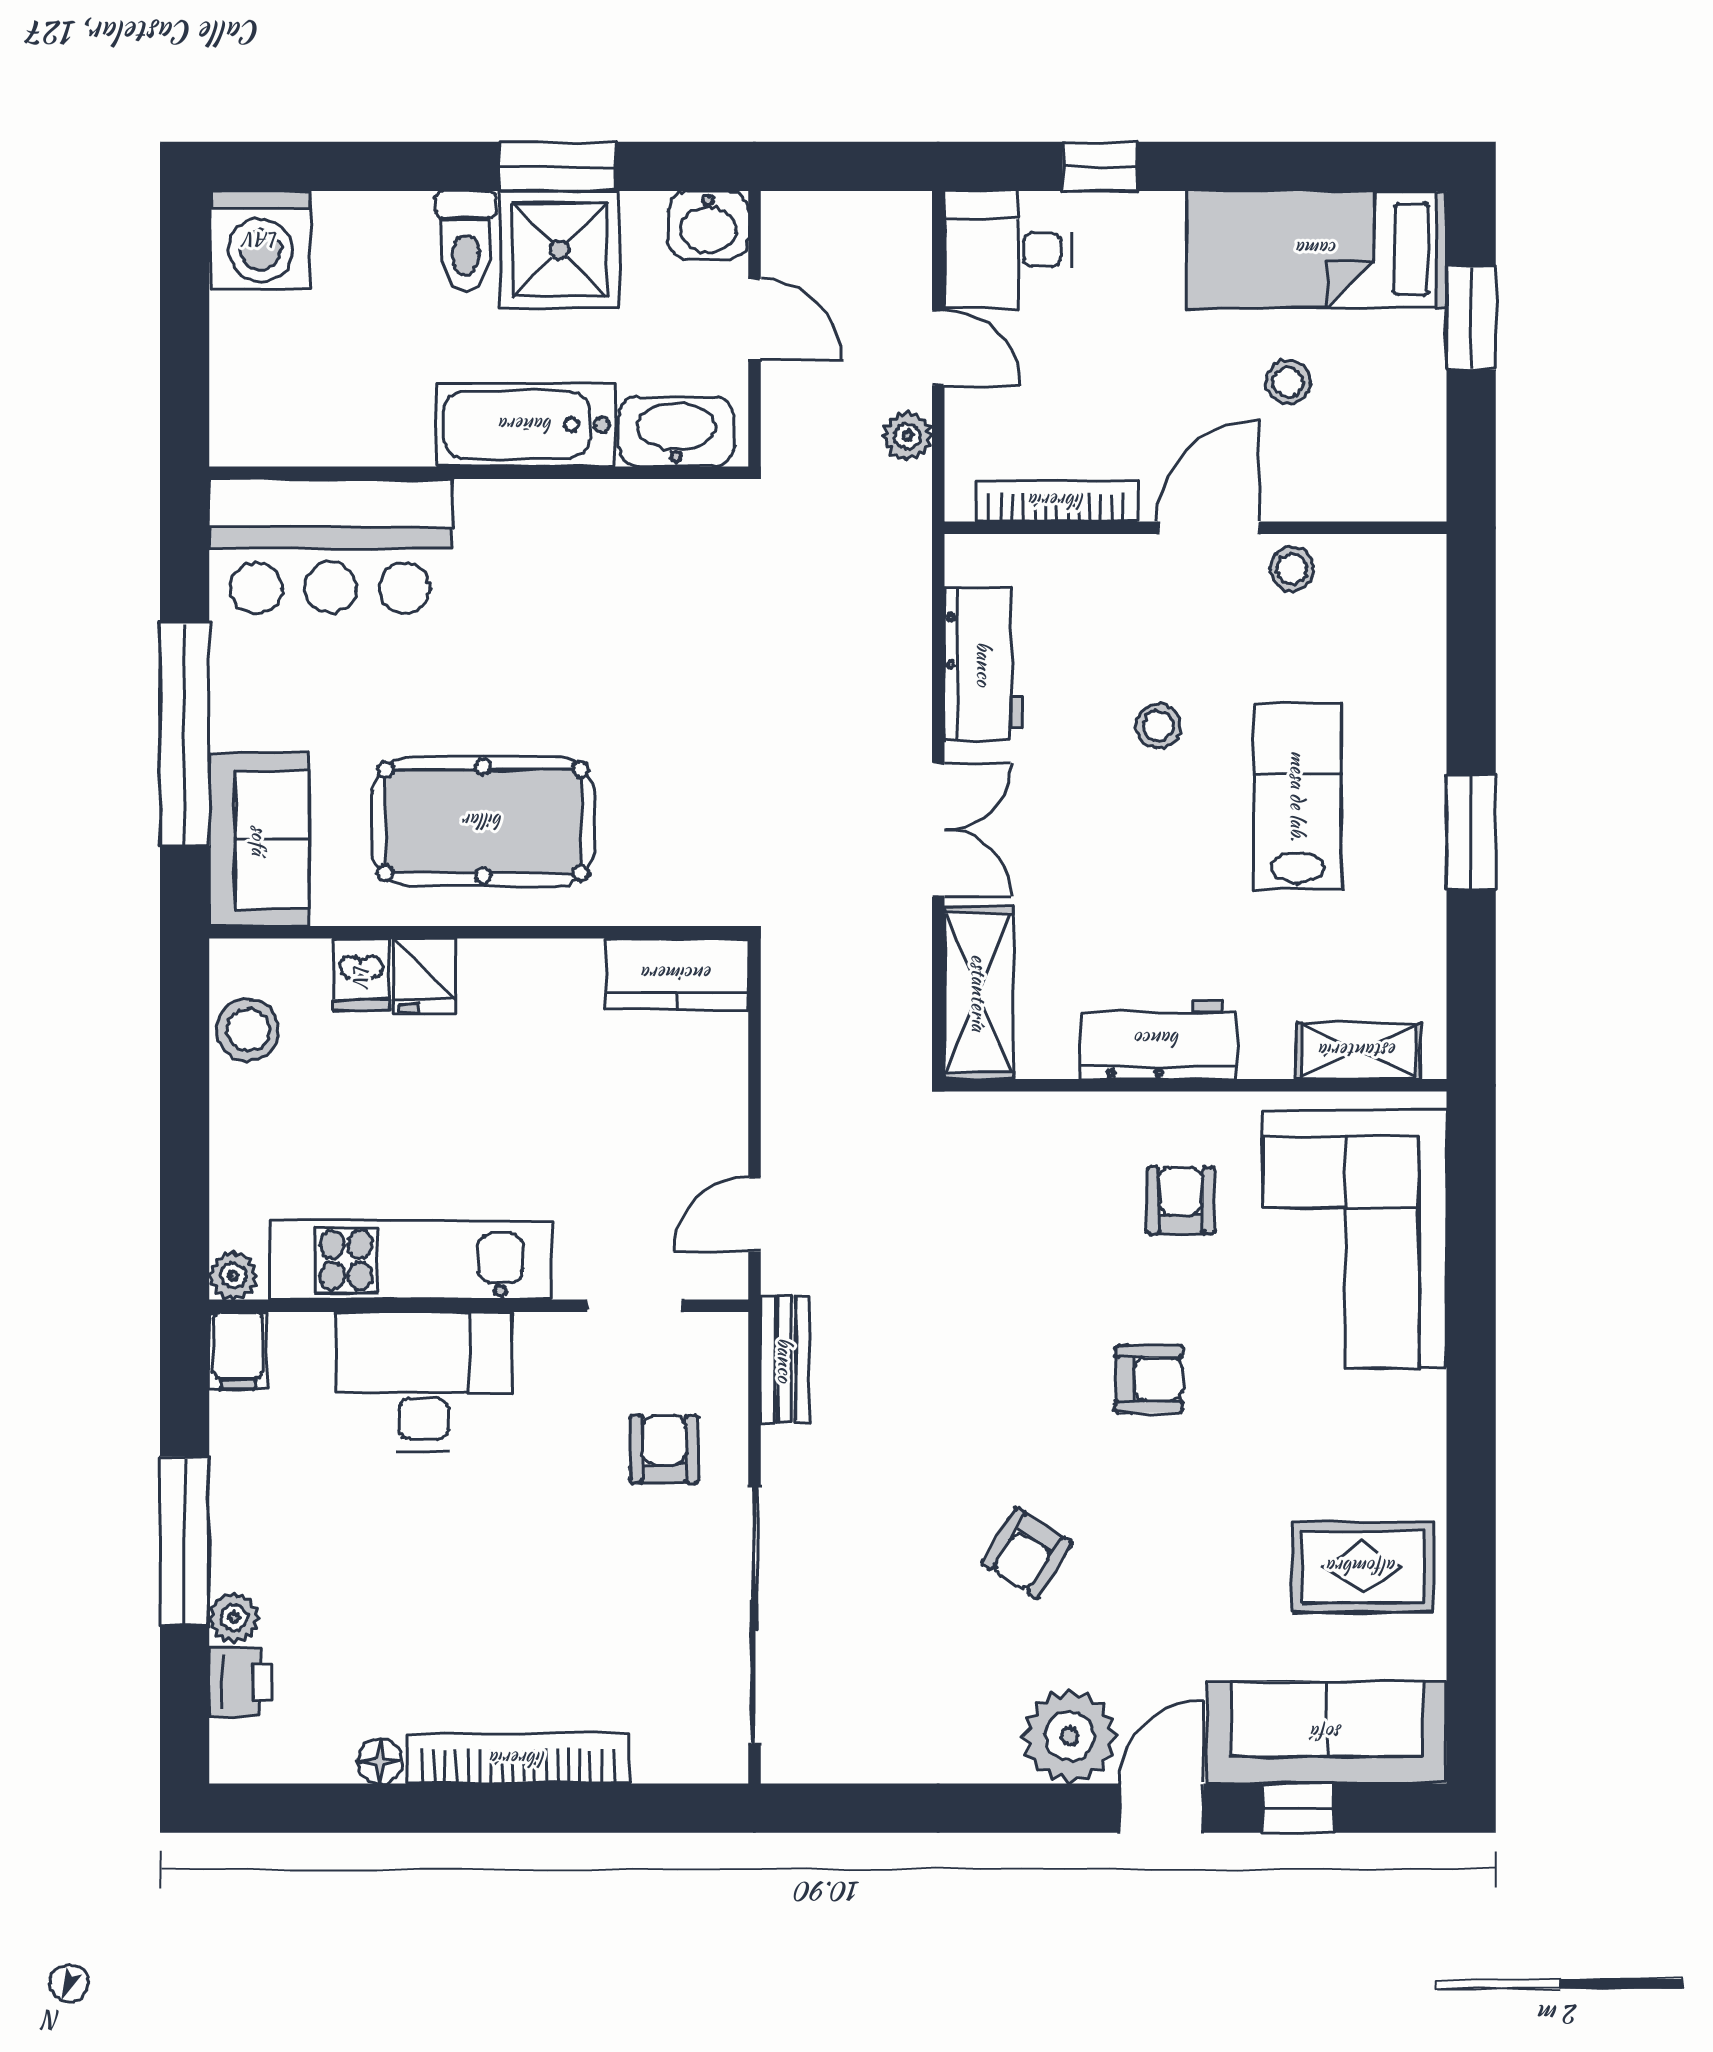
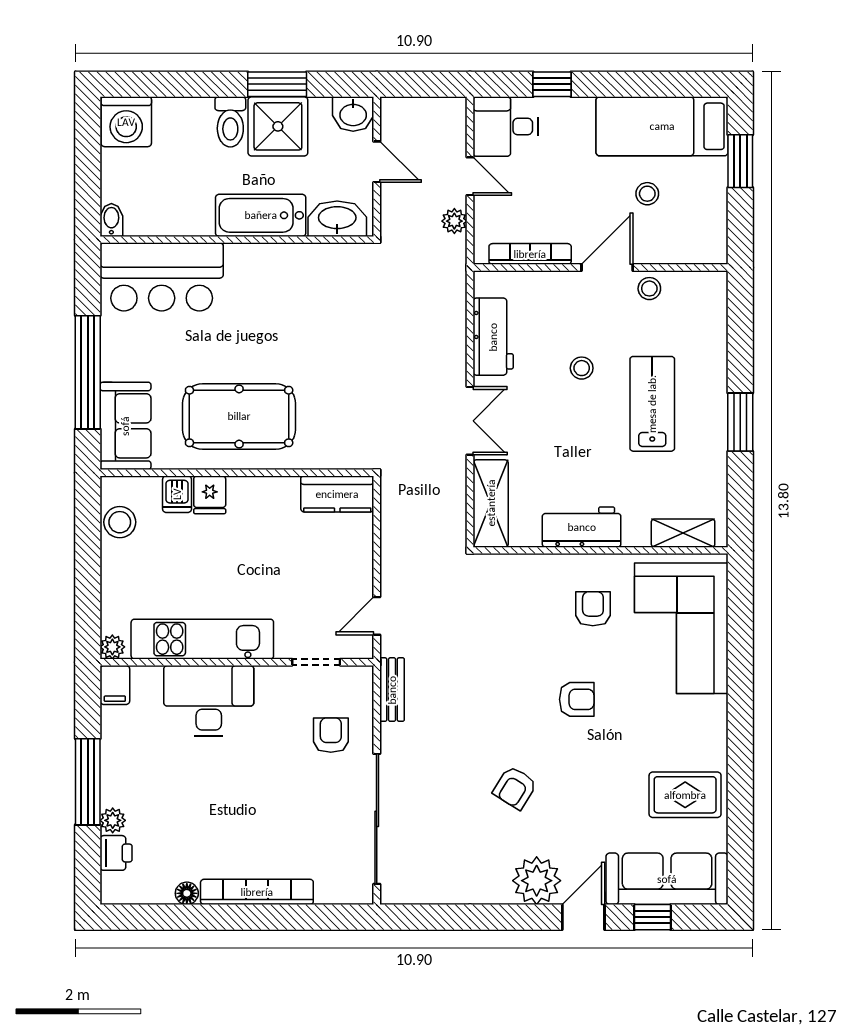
bidet: (231, 434) -> (111, 220), added

